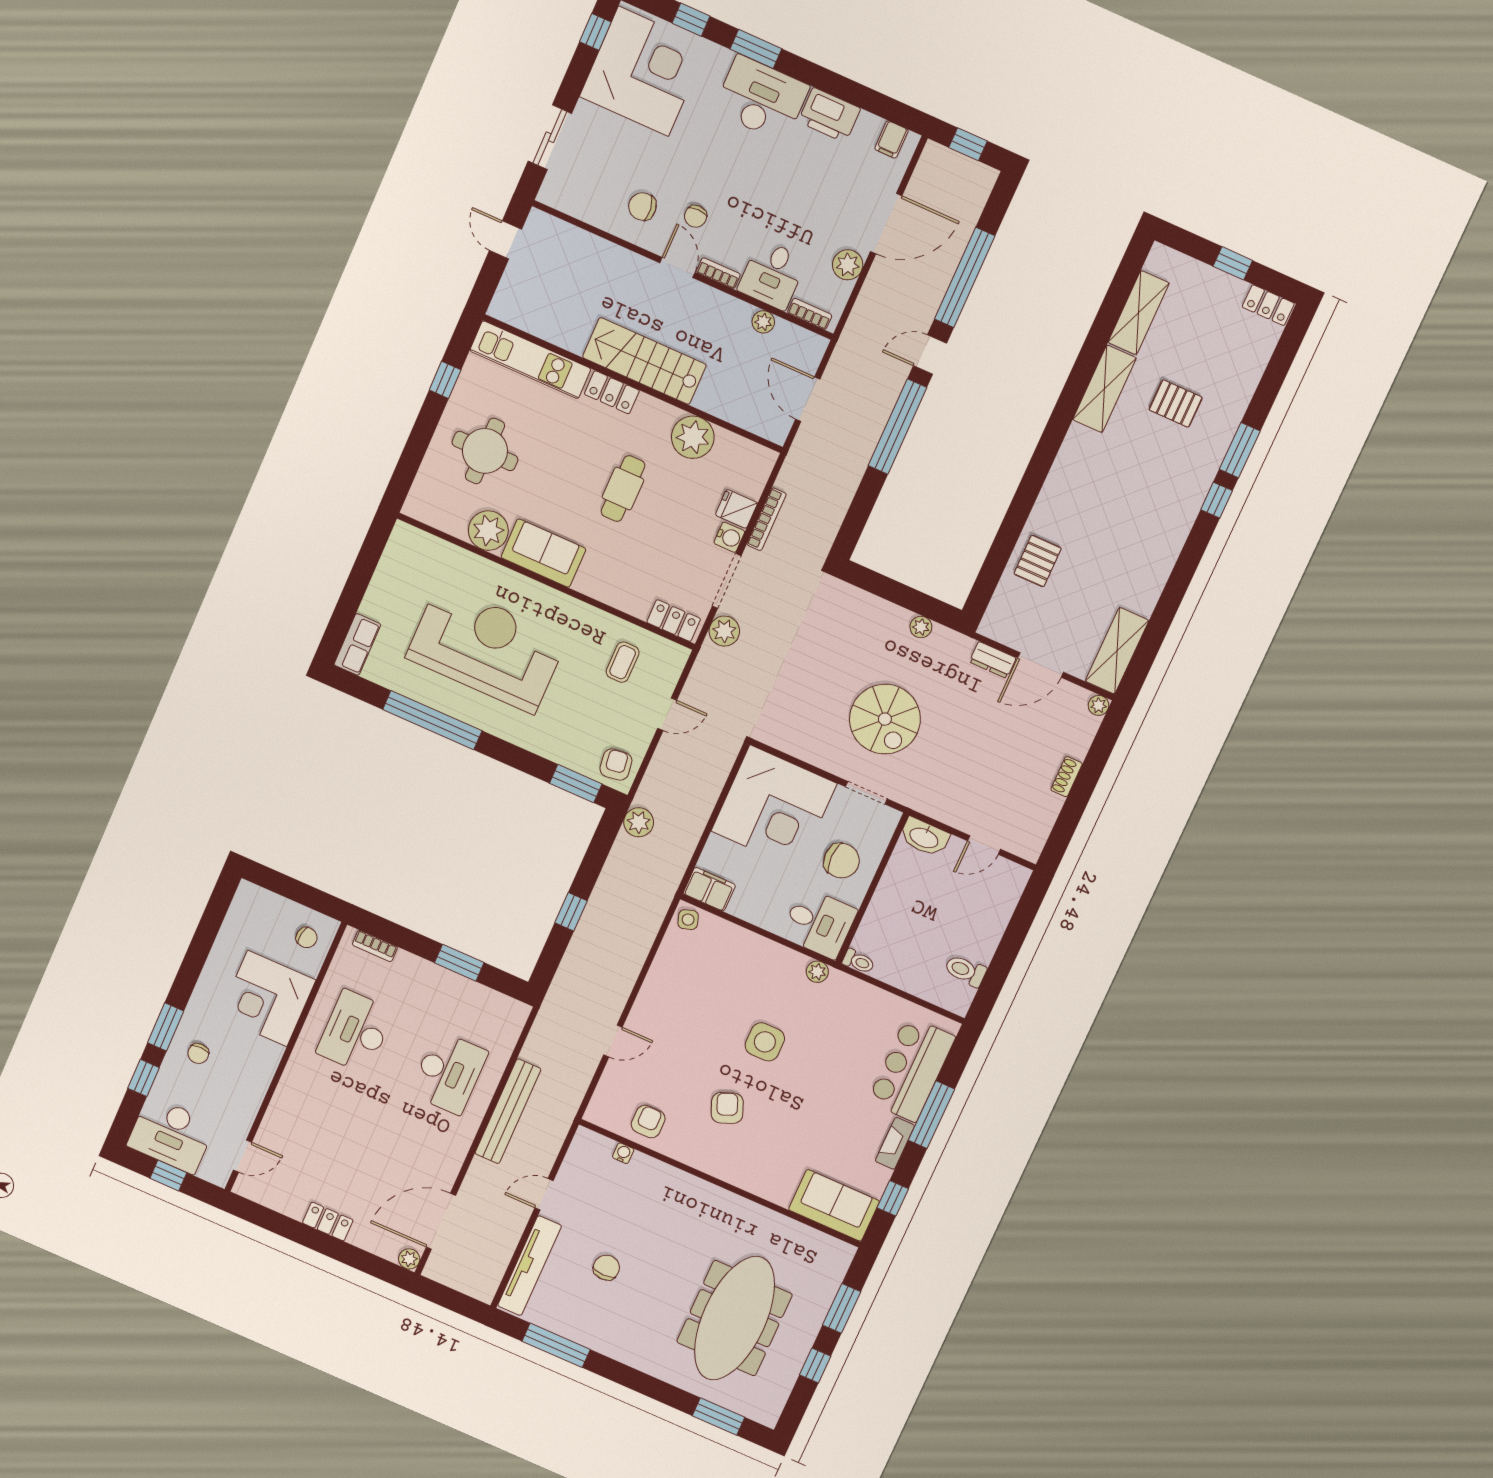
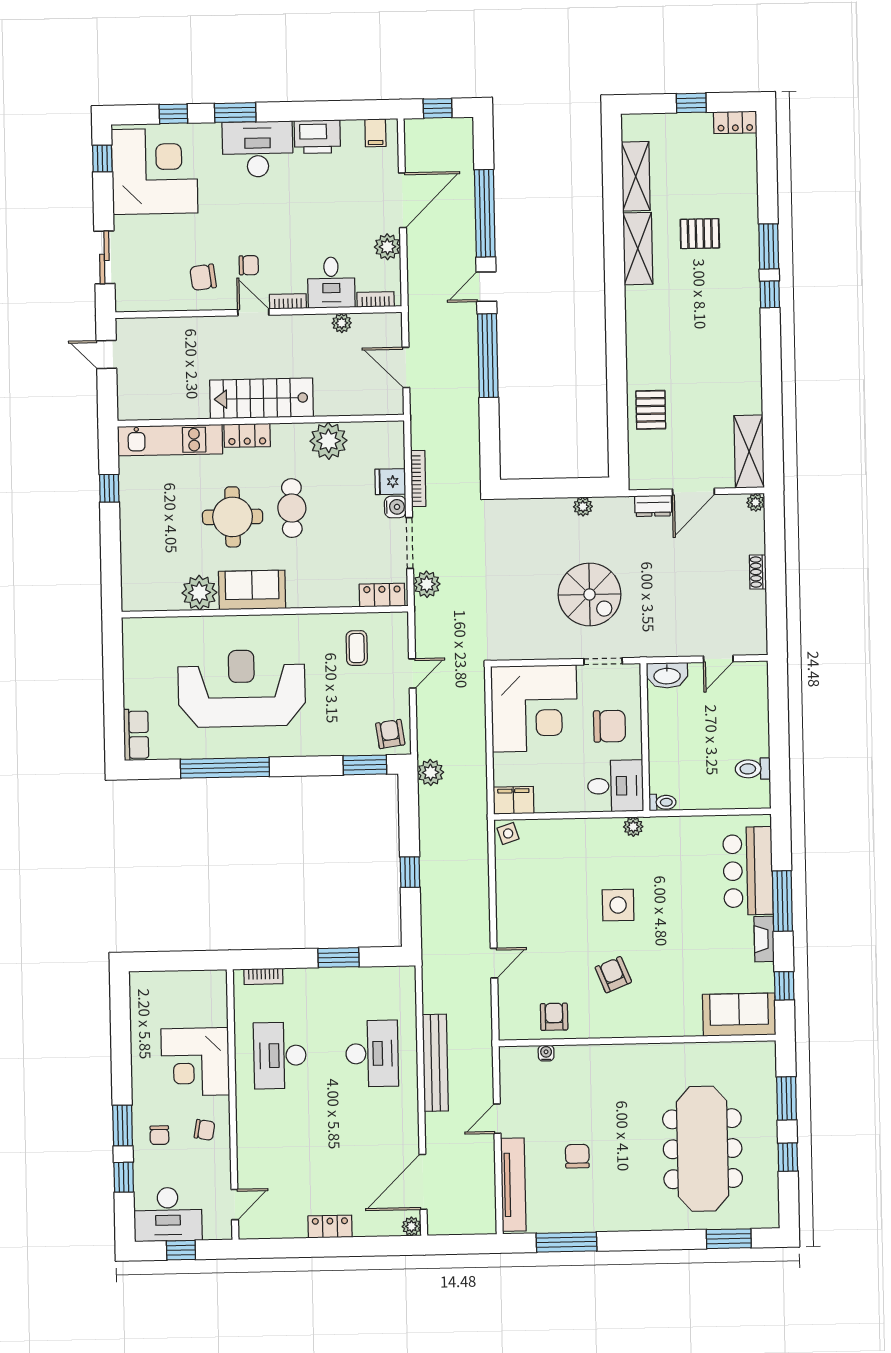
chair: (696, 216) -> (249, 265), turned -90
round table: (485, 451) -> (233, 517), moved
chair: (307, 937) -> (204, 1130), moved

